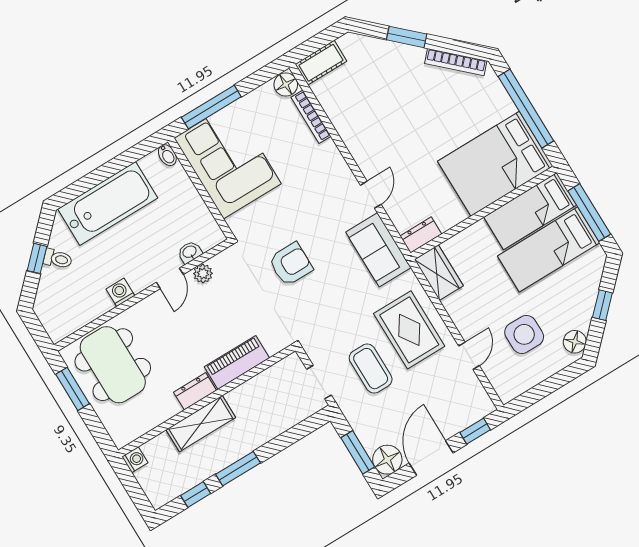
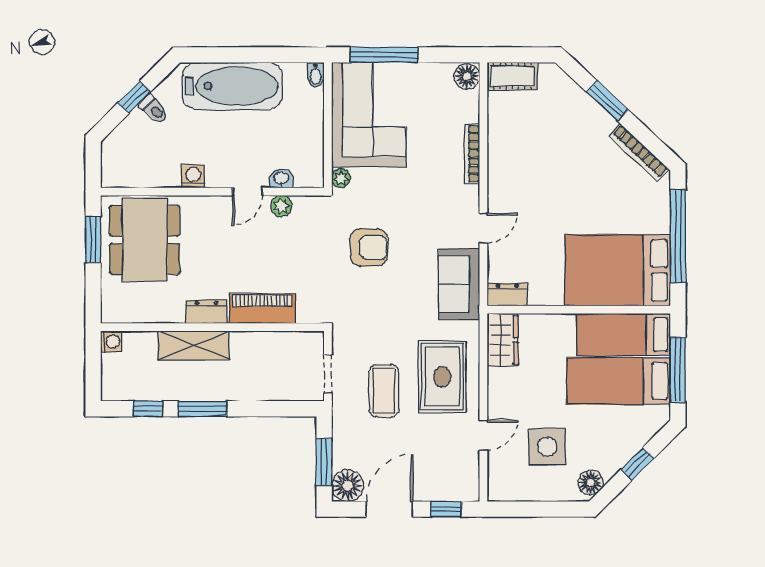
bookcase: (311, 117) -> (472, 154), moved
plant: (236, 224) -> (341, 178), added

